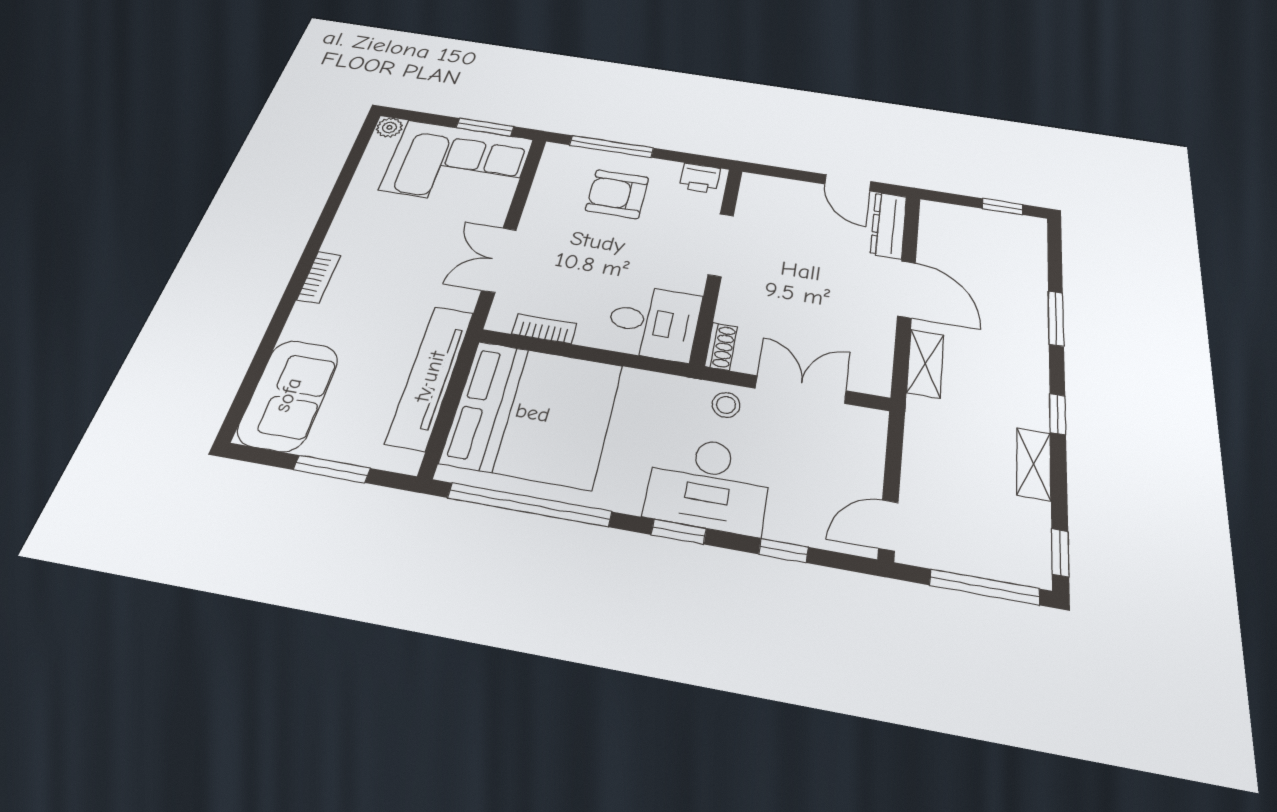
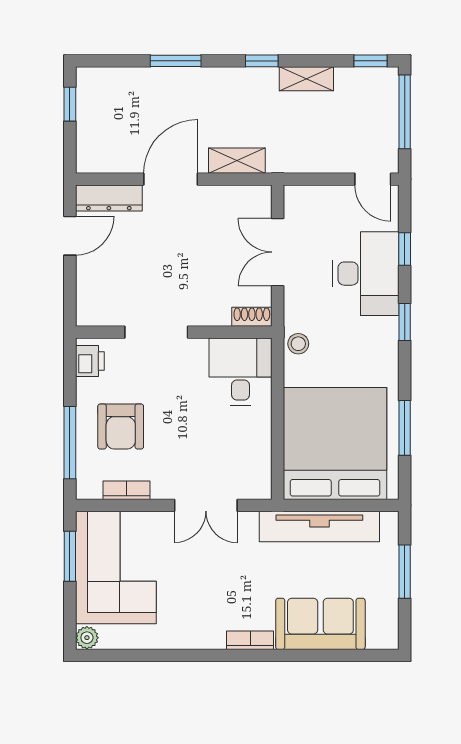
bookcase: (544, 329) -> (126, 490), moved, turned 90
sofa: (288, 395) -> (320, 624), moved
stool: (726, 405) -> (298, 344), moved
desk: (709, 484) -> (366, 274), moved
window: (529, 505) -> (405, 428), width x0.47

